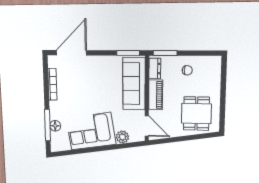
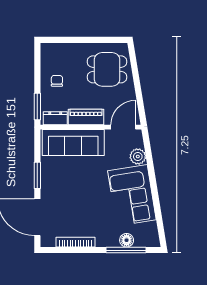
window: (128, 53) -> (37, 175), moved

